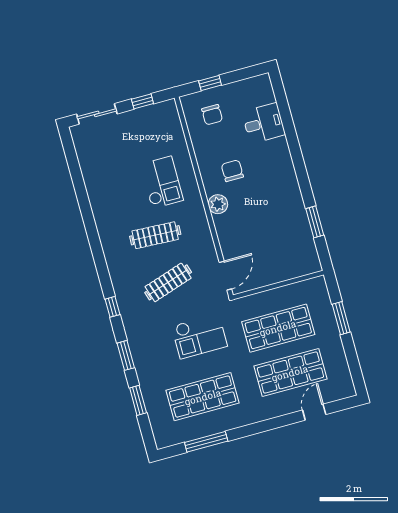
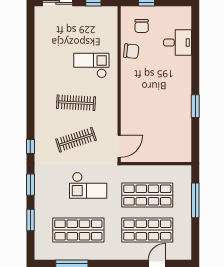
chair: (232, 171) -> (131, 51), moved, turned 96
checkout: (162, 182) -> (91, 65), turned -90
plant: (218, 204) -> (128, 93), removed
window: (315, 222) -> (195, 106), moved
window: (341, 318) -> (195, 200), width x1.44

